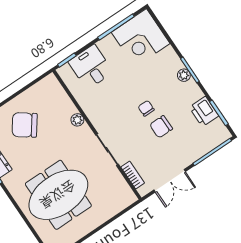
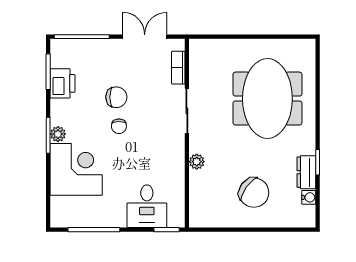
corner desk: (141, 38) -> (76, 169), moved
meeting table: (58, 195) -> (267, 99), turned 90

